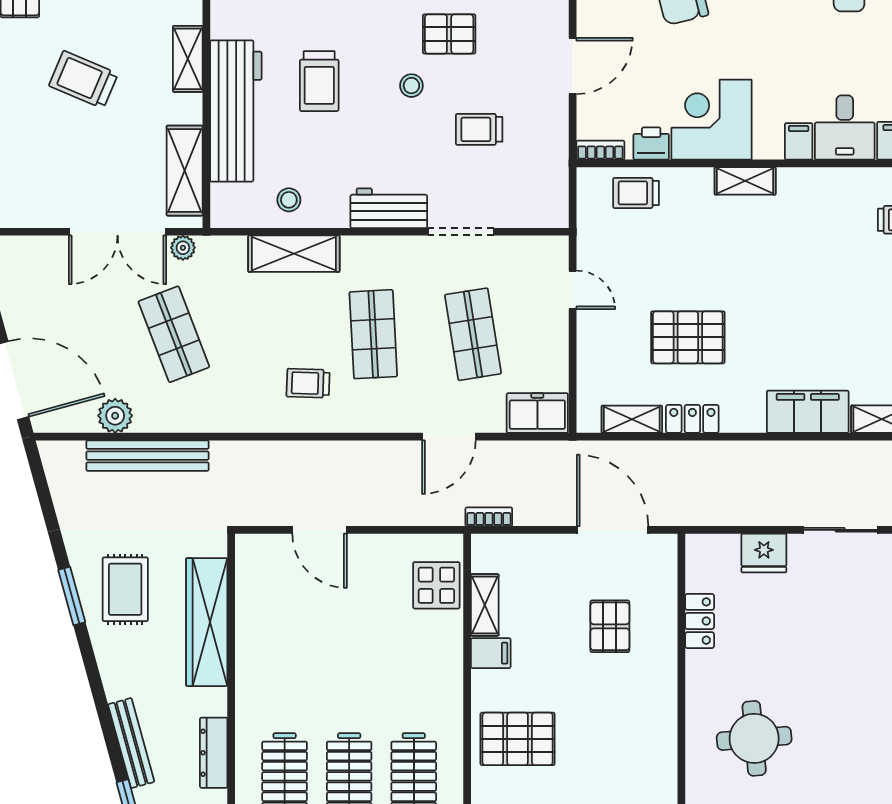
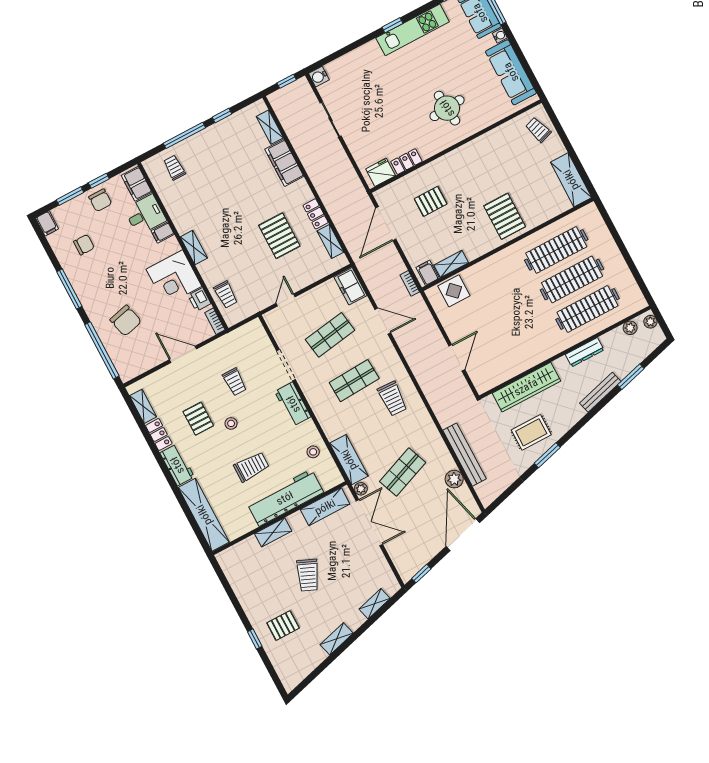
shelving: (294, 254) -> (349, 460), moved
trolley: (308, 383) -> (392, 399), width x1.36, depth x1.39
fridge: (764, 553) -> (381, 172), moved, turned -90
filing cabinet: (491, 653) -> (428, 273), moved

